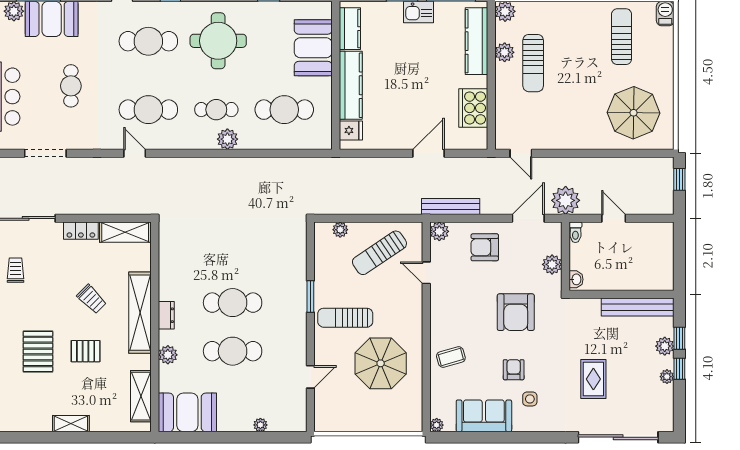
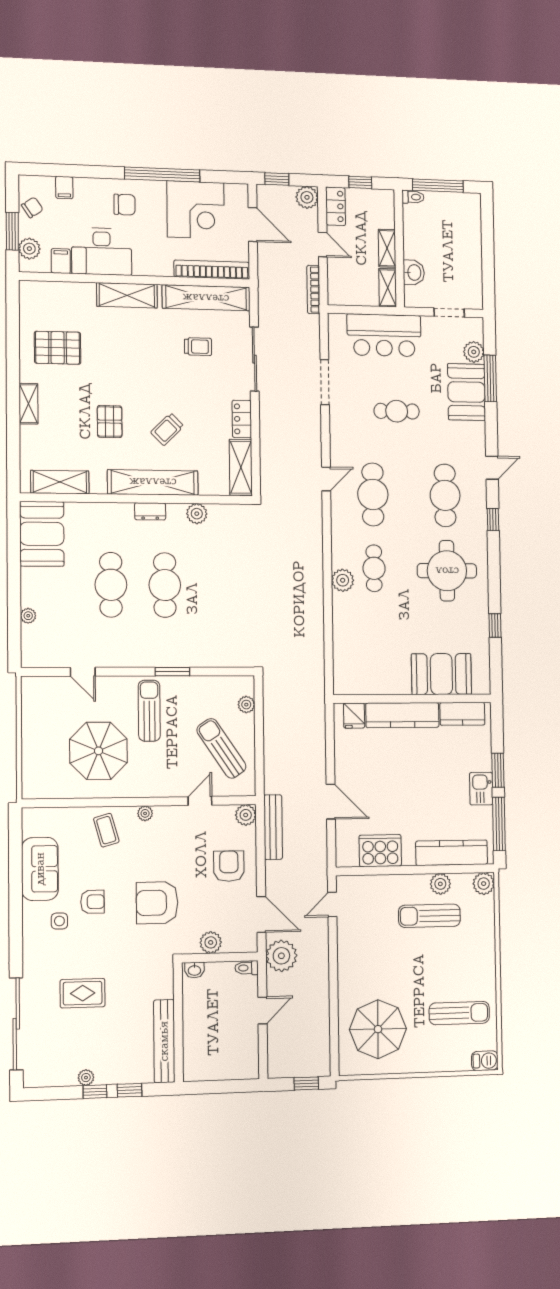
cafe table: (284, 110) -> (375, 642), removed
plant: (665, 346) -> (120, 1074), removed
pallet: (38, 351) -> (58, 348), moved
plant: (168, 355) -> (197, 514), moved
plant: (437, 425) -> (145, 813), moved

